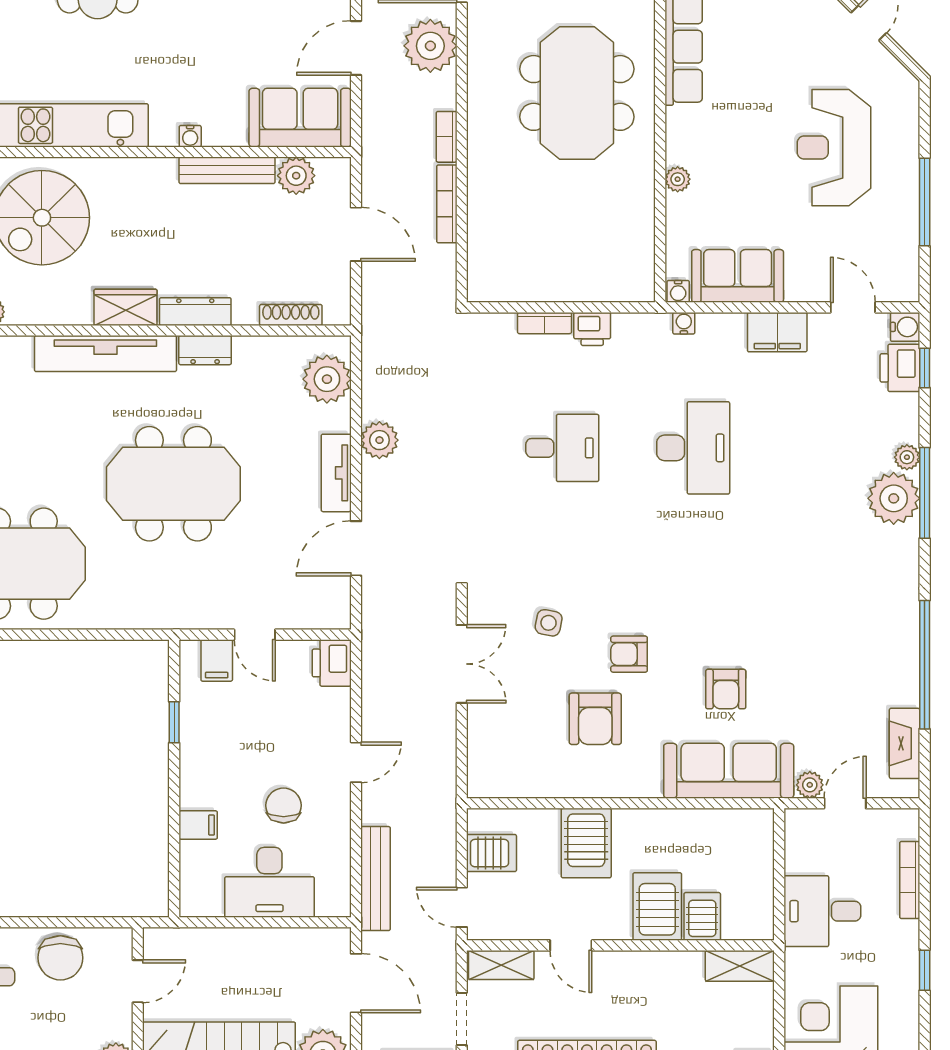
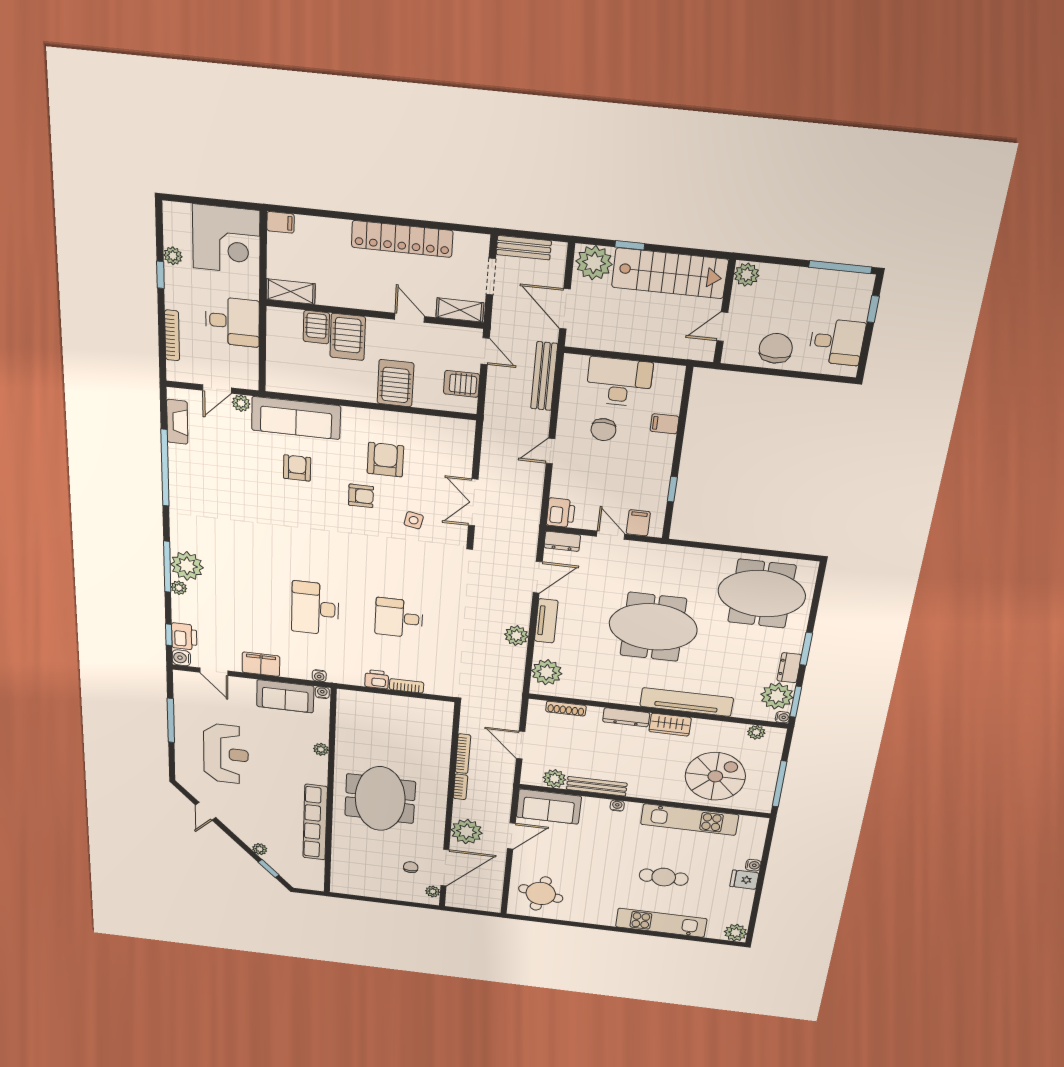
dresser: (205, 350) -> (562, 541), moved, turned 180
plant: (906, 1000) -> (173, 256), added

